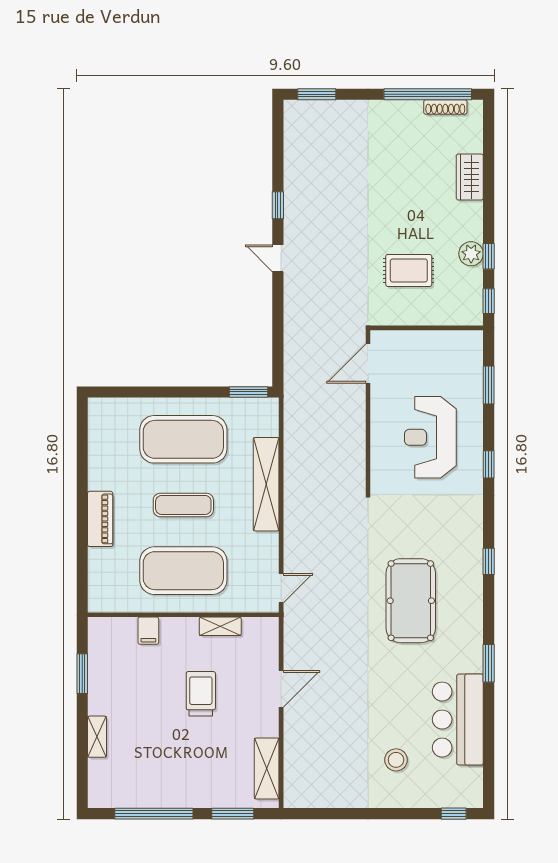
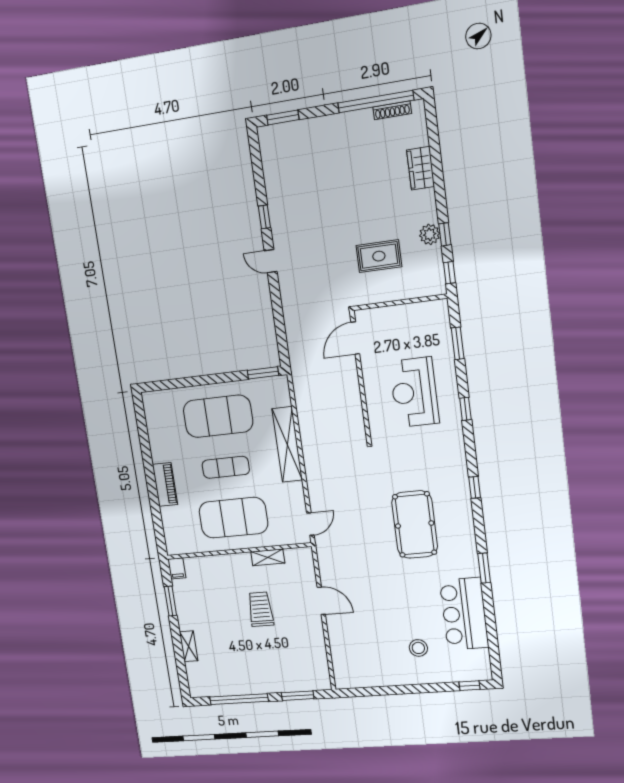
filing cabinet: (148, 631) -> (177, 568), moved
door: (281, 689) -> (321, 601), hinge flipped
shelving: (267, 769) -> (319, 661), removed

